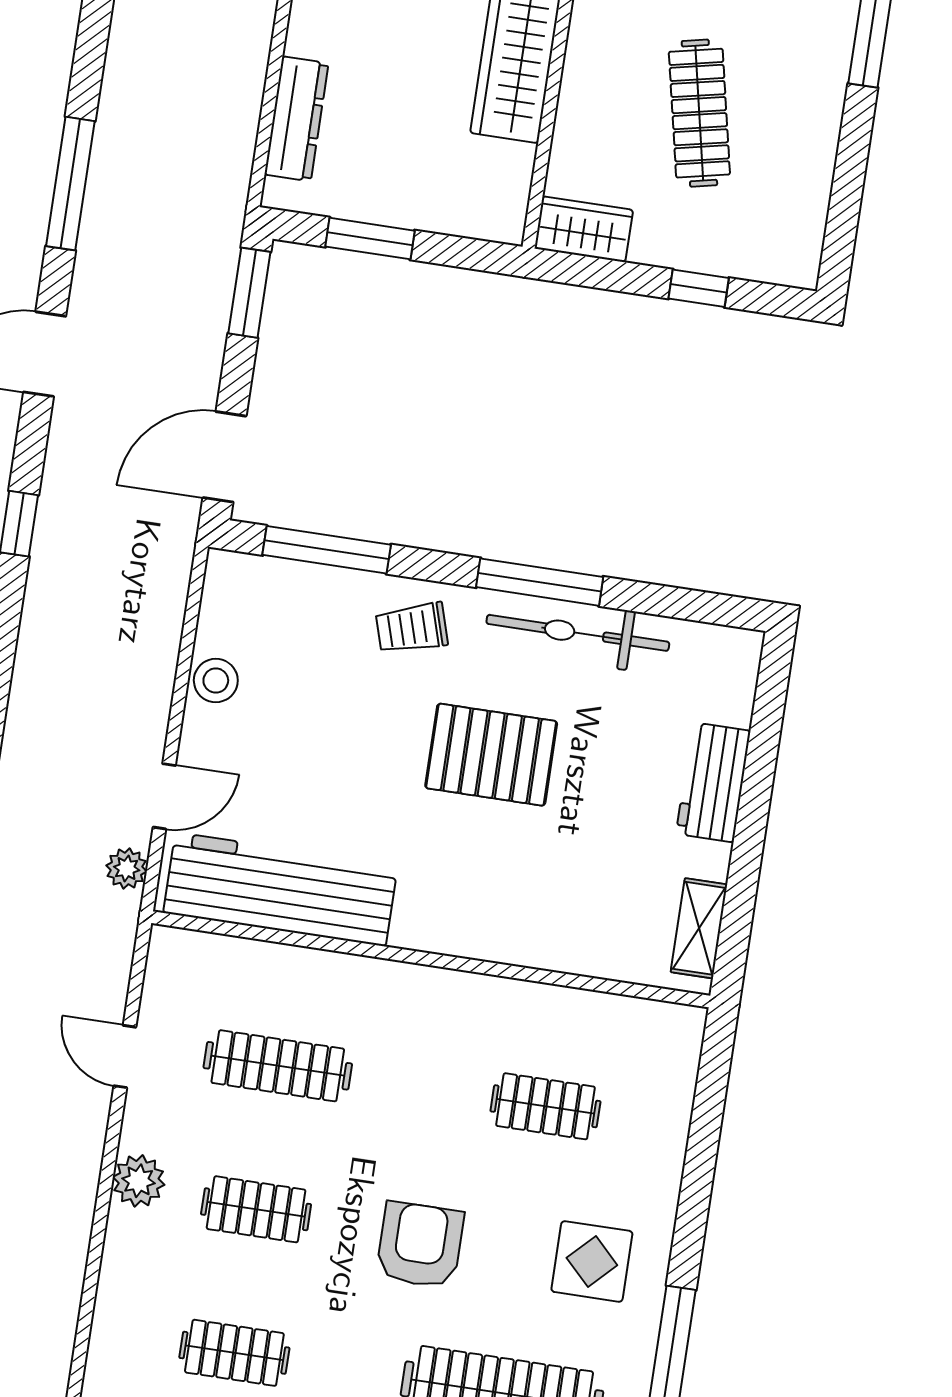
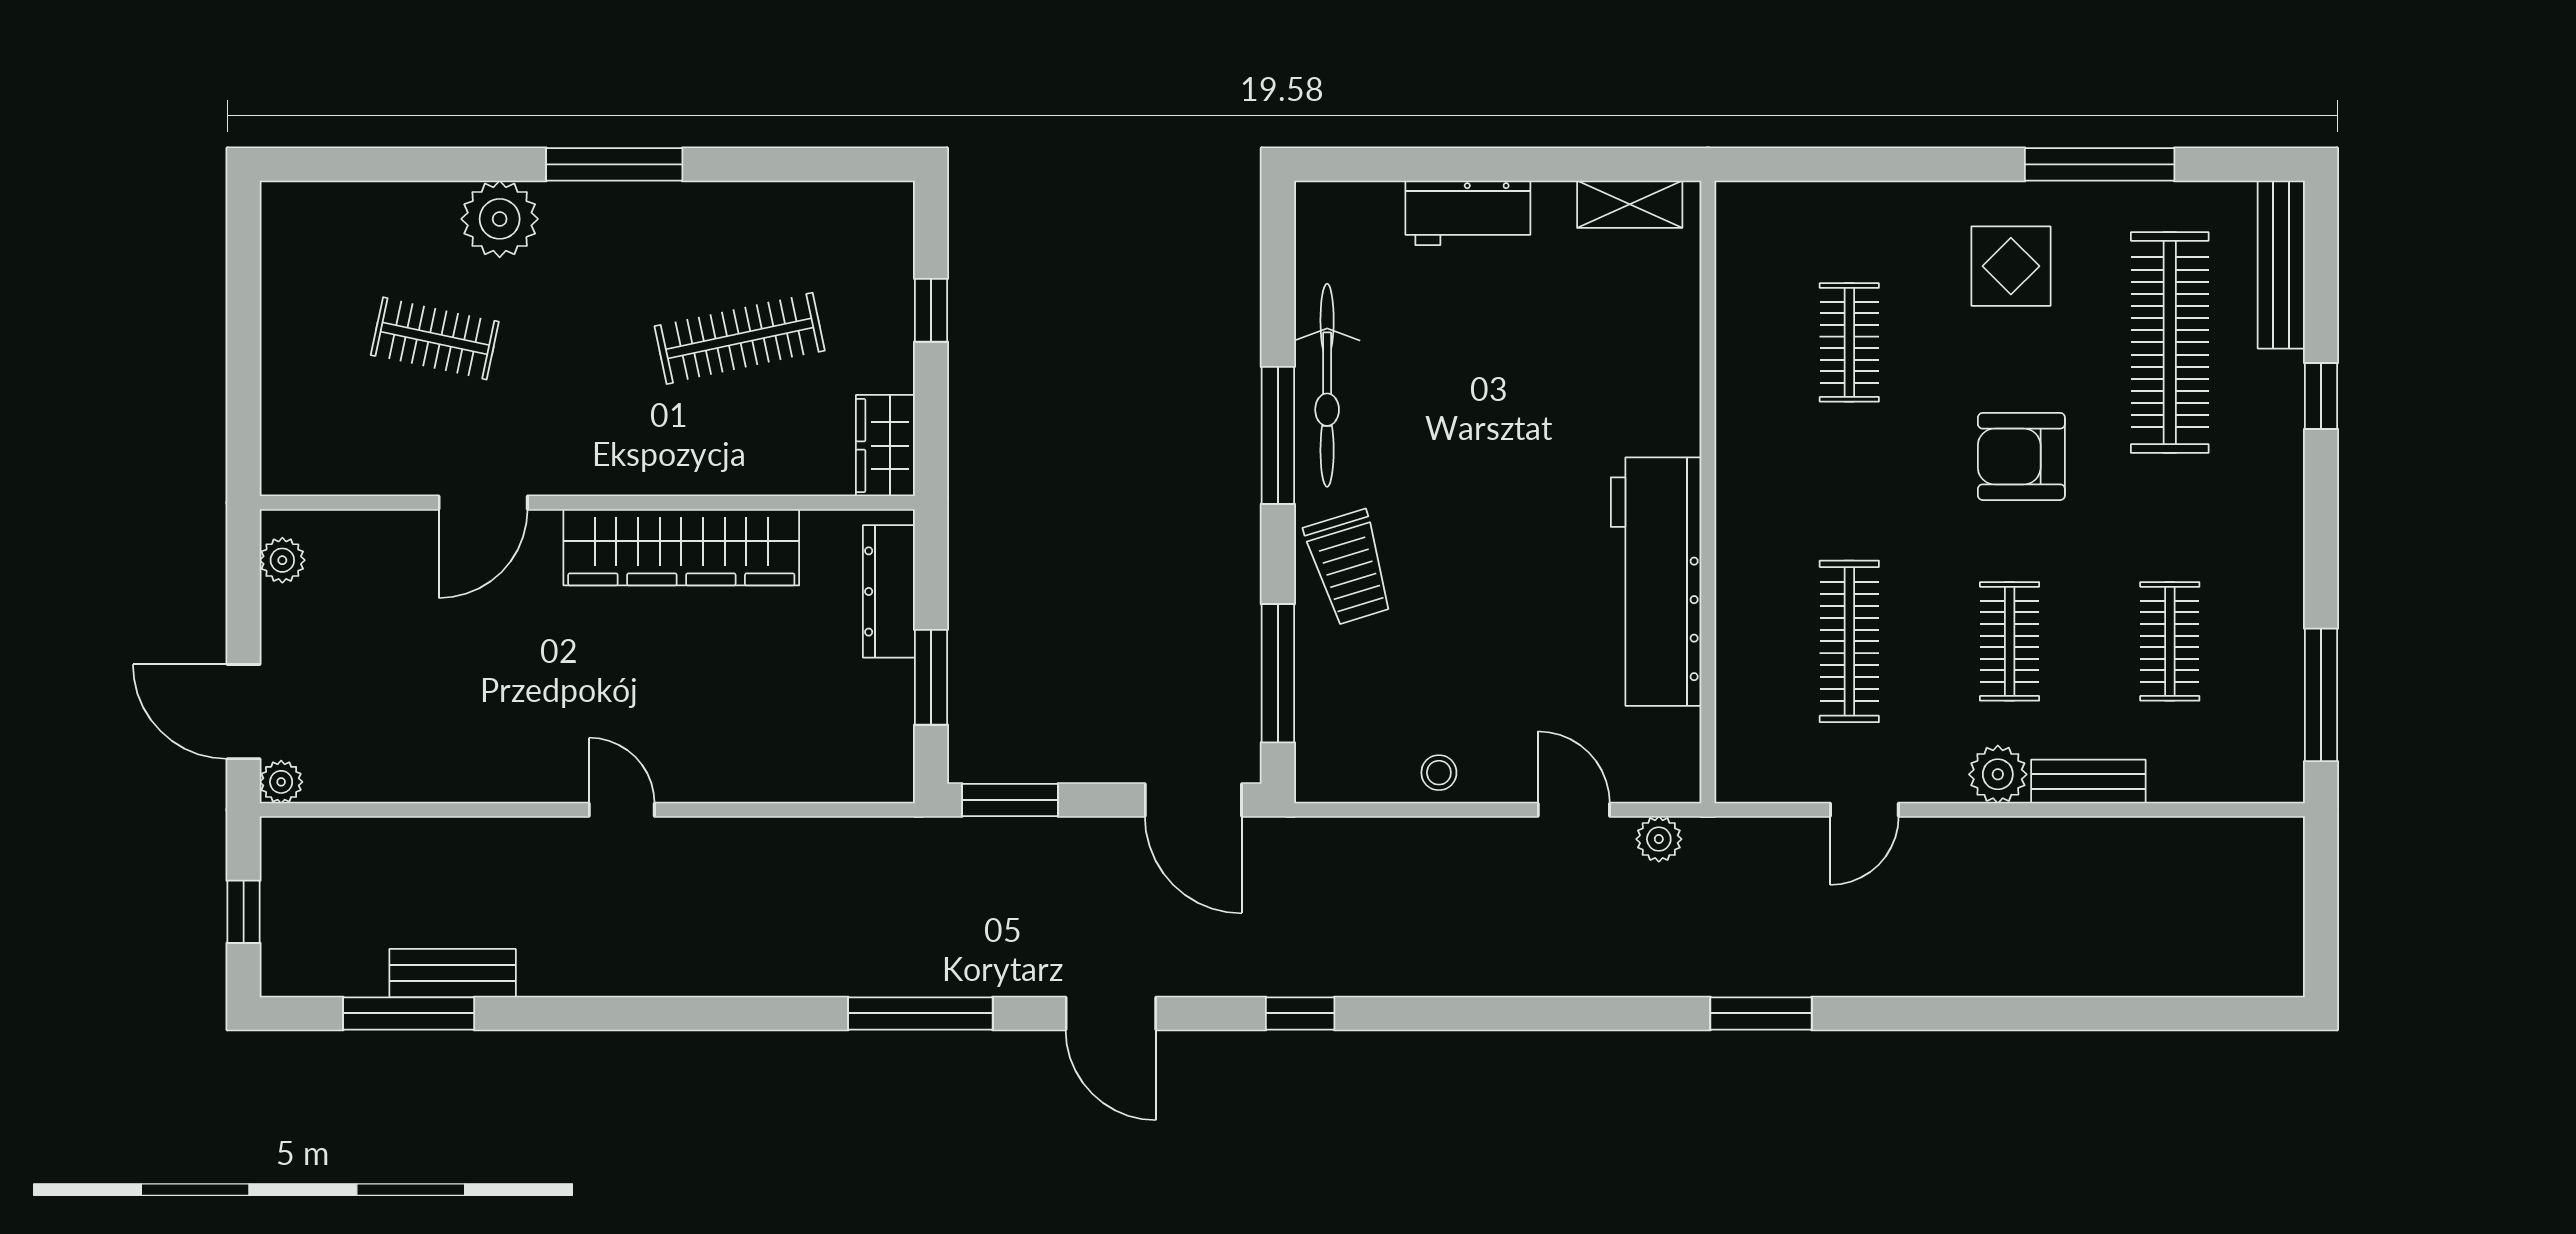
dresser: (296, 119) -> (889, 591), moved, turned -90
trolley: (412, 628) -> (1349, 567), width x1.36, depth x1.39
stool: (216, 681) -> (1439, 773), width x0.73, depth x0.73
pallet: (491, 755) -> (1474, 460), removed
workbench: (281, 889) -> (1656, 582), moved
bench: (120, 1261) -> (2088, 781), added

